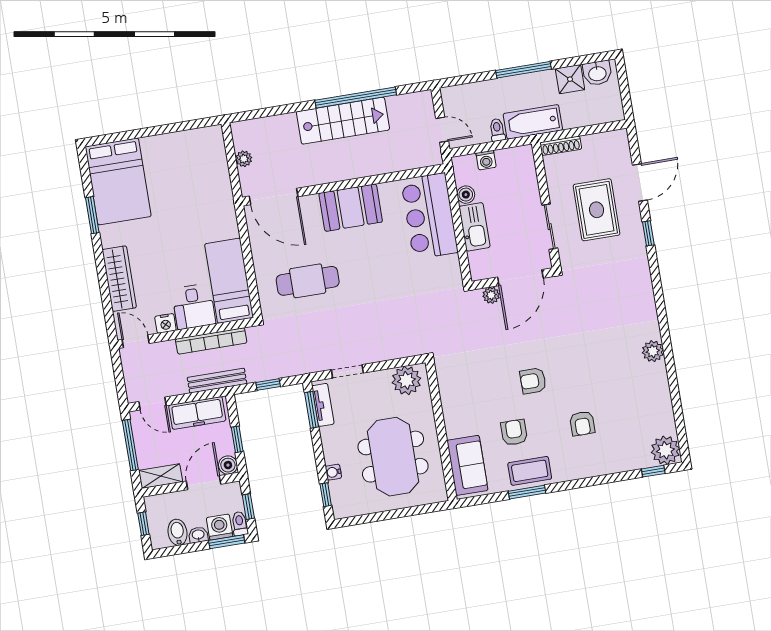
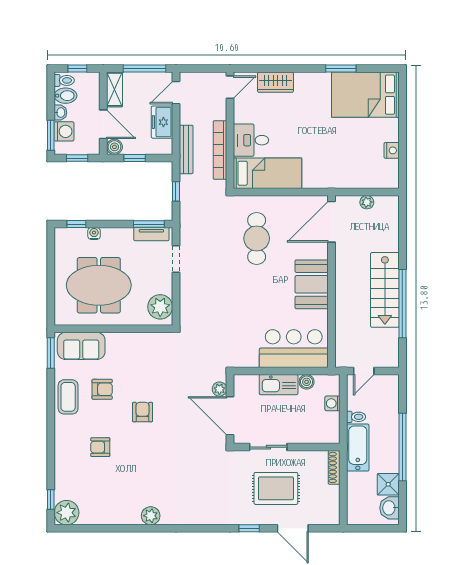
window: (523, 70) -> (402, 447), width x1.46
wardrobe: (119, 279) -> (276, 82), width x0.67
nightstand: (165, 323) -> (392, 150), moved, turned 180
freezer: (197, 413) -> (162, 122), width x0.71
window: (527, 492) -> (51, 353), moved
toilet: (240, 524) -> (64, 80), moved

